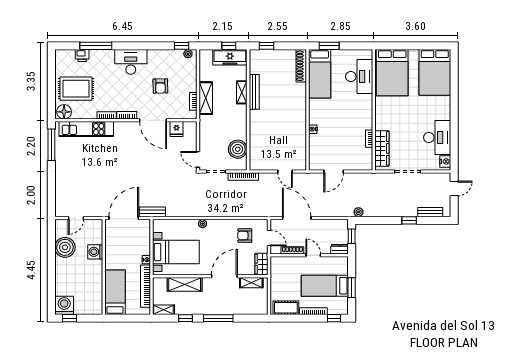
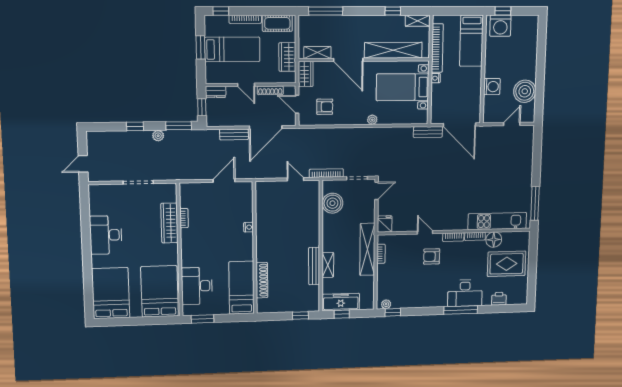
window: (96, 46) -> (461, 310), moved
window: (329, 46) -> (202, 319), moved
desk: (131, 62) -> (465, 293), moved
shoe rack: (301, 66) -> (262, 280), moved
armchair: (160, 86) -> (432, 256), moved, turned -89
shelving: (206, 98) -> (367, 249), width x1.47
floor lamp: (64, 112) -> (494, 240), moved
door: (153, 120) -> (425, 232), width x0.53
fridge: (176, 129) -> (385, 224), moved
desk: (437, 138) -> (106, 235), moved
wardrobe: (382, 148) -> (169, 223), moved
door: (198, 159) -> (377, 191), hinge flipped
nightstand: (445, 161) -> (95, 194), removed
door: (285, 171) -> (295, 179), moved
plant: (359, 212) -> (158, 136), moved
bench: (430, 212) -> (234, 134), moved
door: (124, 218) -> (459, 125), hinge flipped
door: (297, 218) -> (266, 127), hinge flipped
window: (372, 220) -> (179, 126), added
door: (224, 276) -> (348, 60), hinge flipped
wardrobe: (277, 279) -> (287, 57), added
shelving: (185, 284) -> (393, 50), width x1.47
washing machine: (64, 305) -> (500, 26), moved
window: (69, 318) -> (503, 11), moved
window: (218, 318) -> (326, 11), moved

